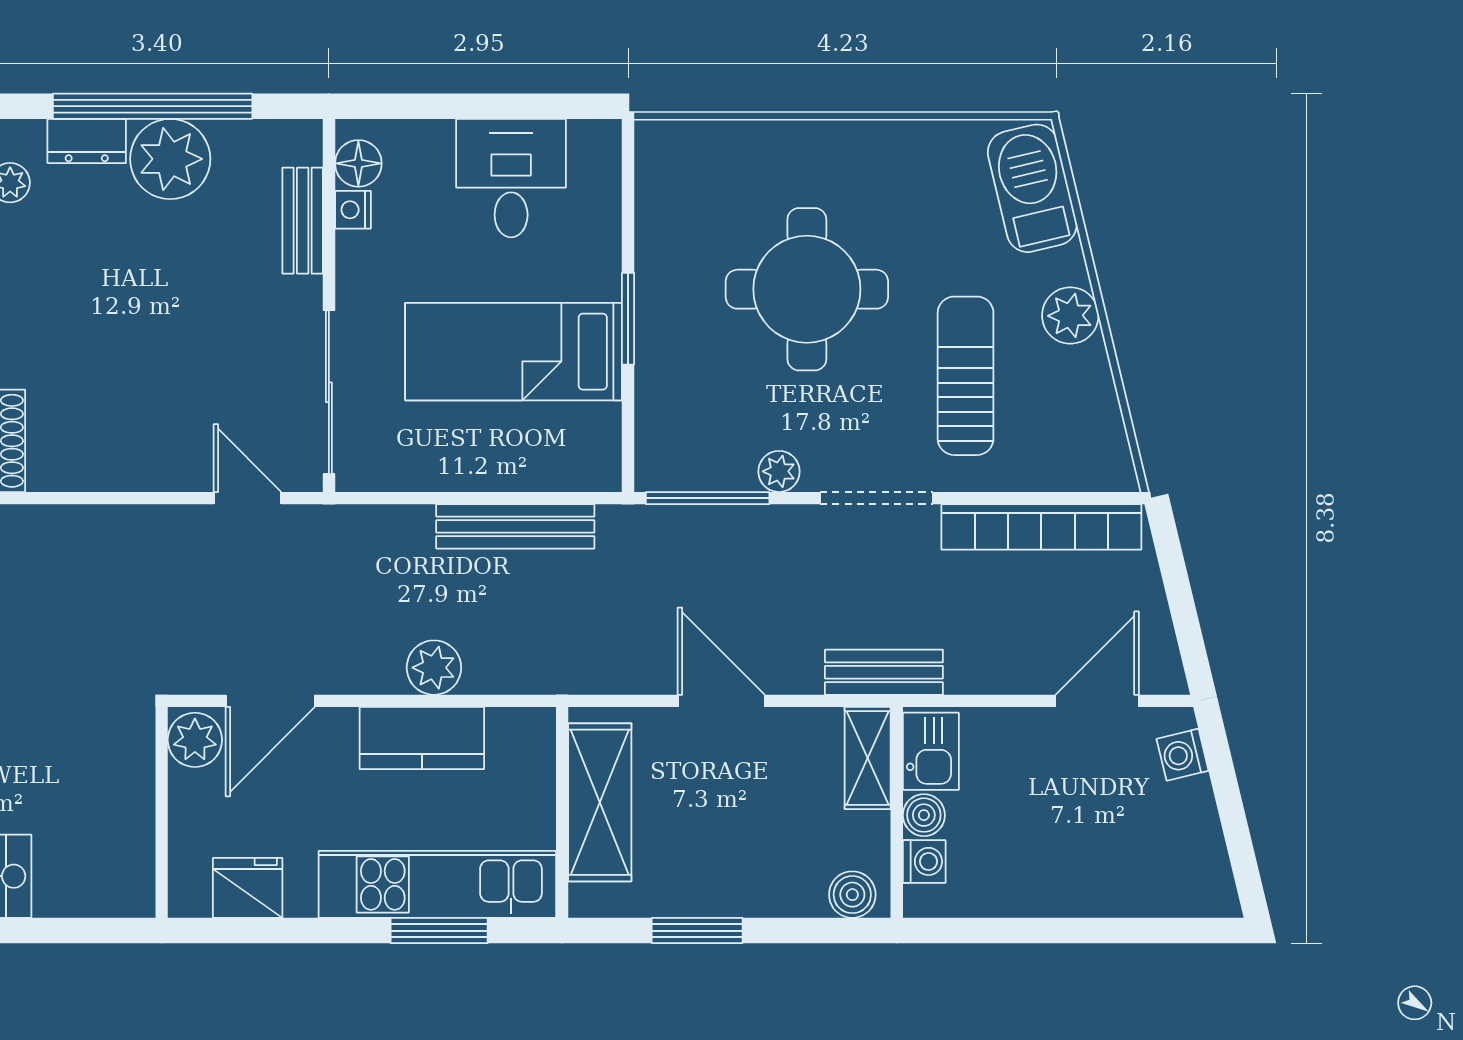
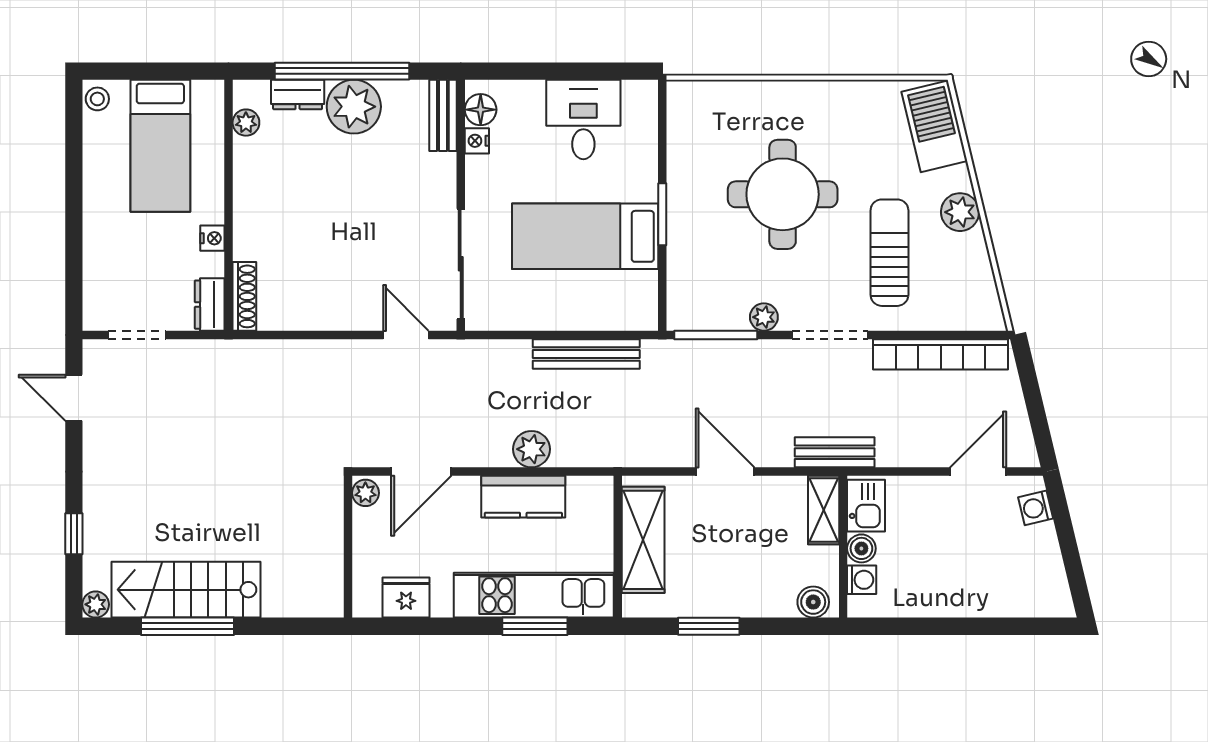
bench: (303, 221) -> (443, 115), moved
plant: (195, 740) -> (365, 493), width x0.73, depth x0.73

